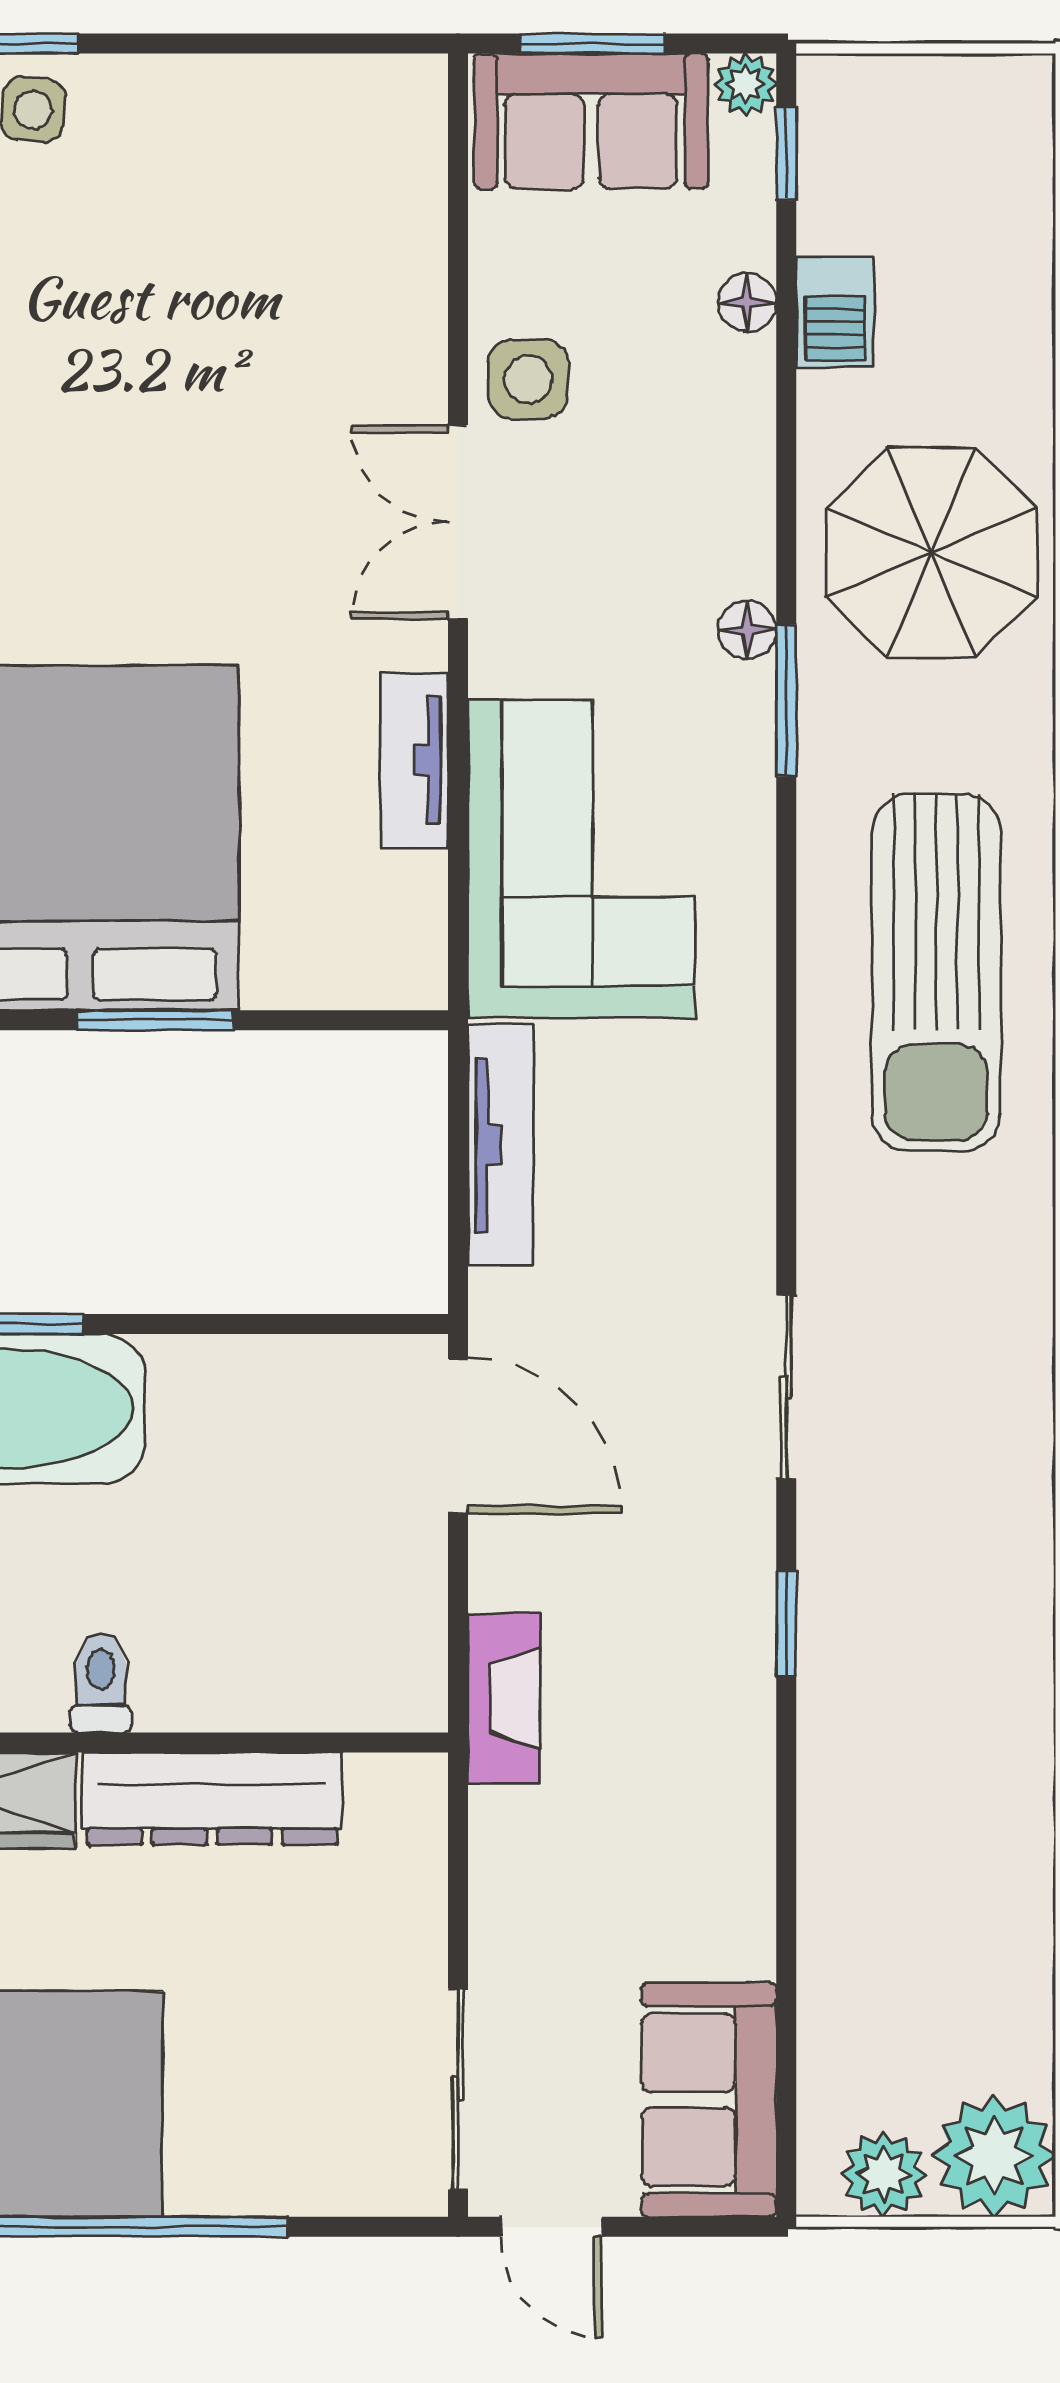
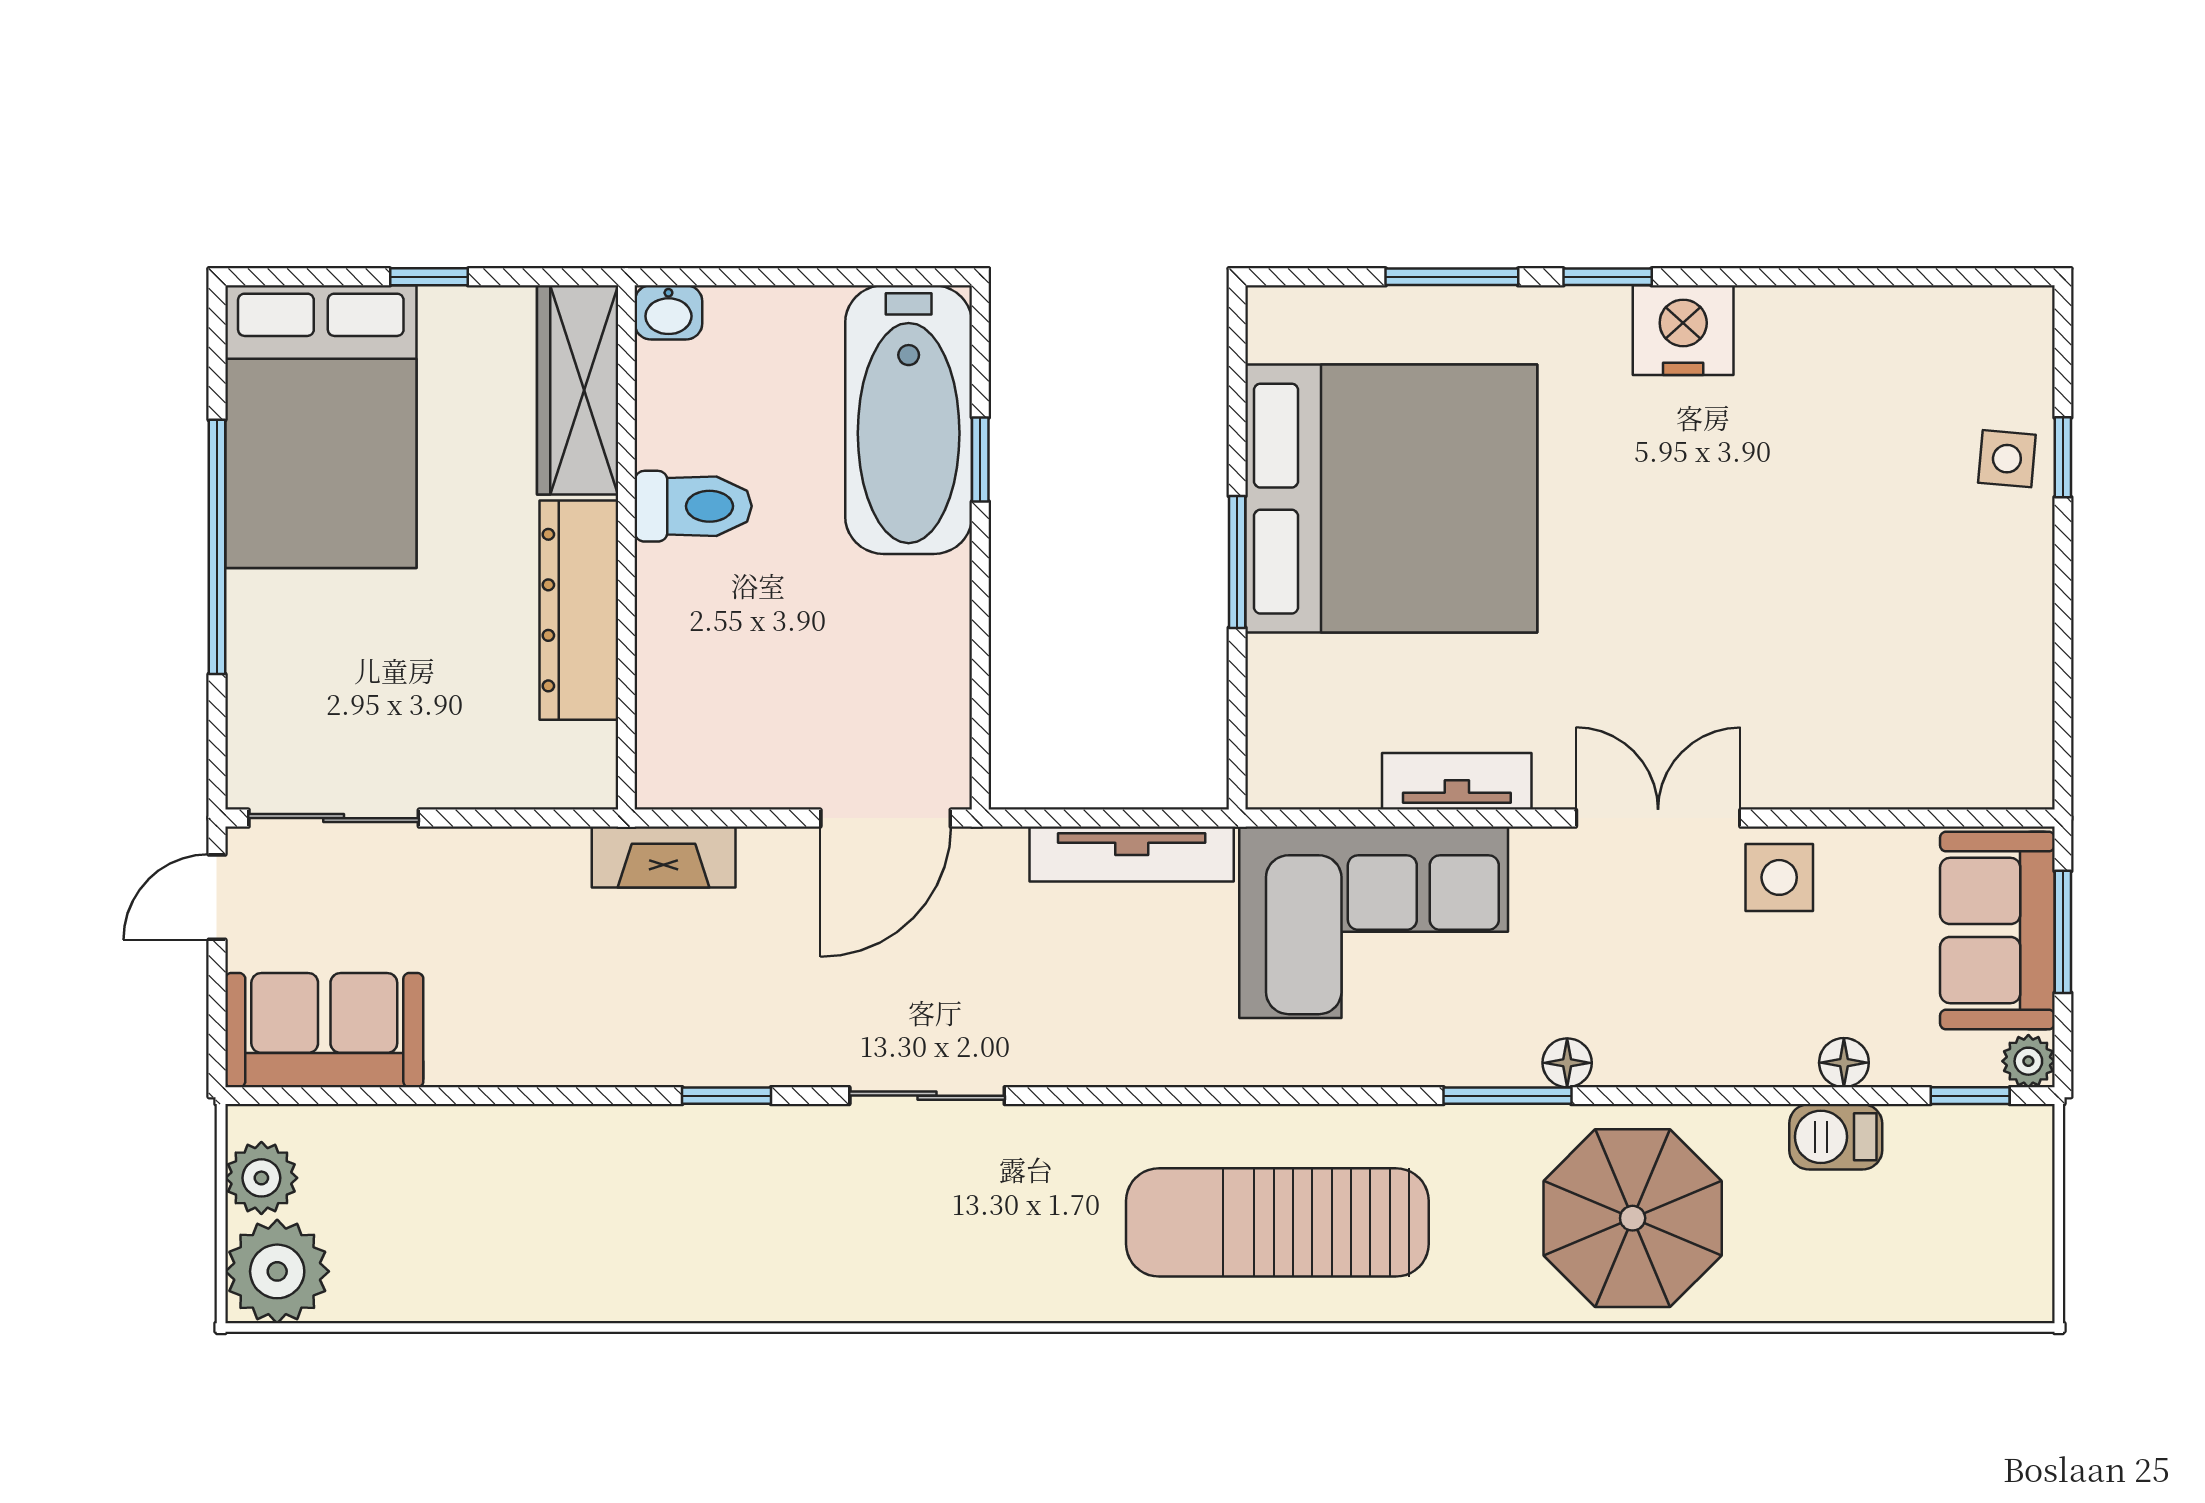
toilet: (101, 1683) -> (693, 506), width x1.37, depth x1.39

